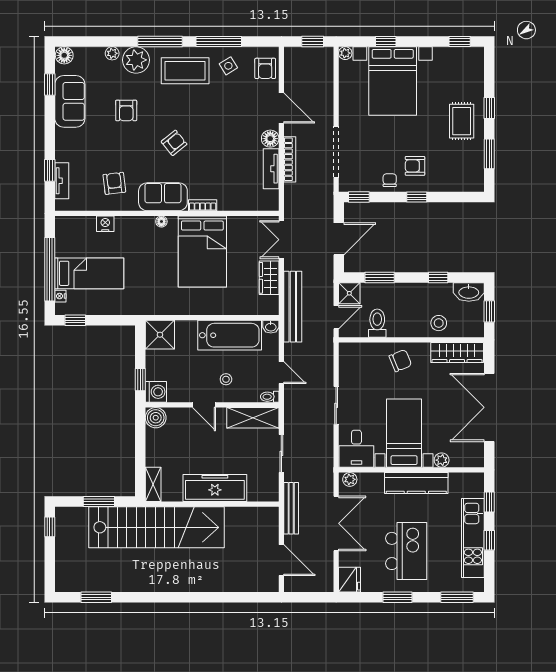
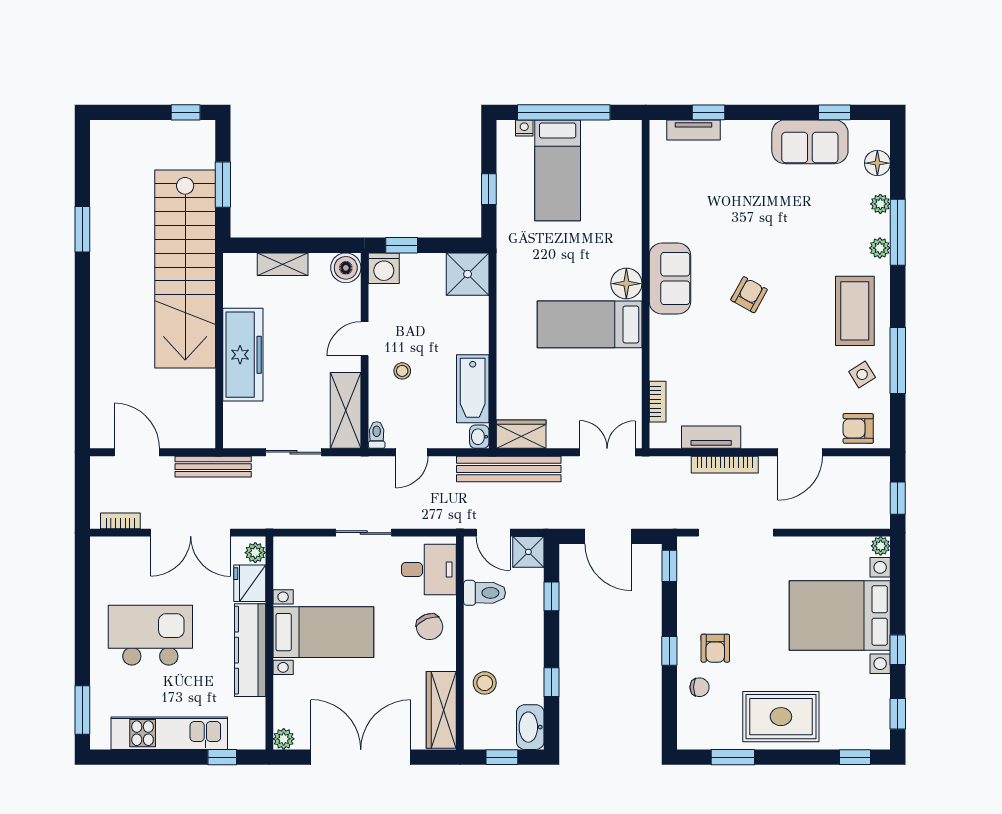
window: (160, 41) -> (898, 232), moved
window: (386, 41) -> (898, 650), moved
floor lamp: (64, 55) -> (877, 163), moved
plant: (136, 60) -> (880, 248), width x0.53, depth x0.53
window: (489, 108) -> (855, 757), moved
armchair: (126, 110) -> (797, 225), removed
rug: (462, 121) -> (781, 717), width x1.36, depth x1.43
floor lamp: (270, 139) -> (755, 436), removed
armchair: (174, 143) -> (749, 295), turned -112
armchair: (415, 166) -> (715, 648), turned 180
chair: (390, 180) -> (700, 687), moved
armchair: (114, 183) -> (690, 207), removed
bookcase: (203, 205) -> (658, 402), moved
floor lamp: (161, 222) -> (626, 284), width x1.89, depth x1.89
nightstand: (105, 224) -> (630, 194), removed
bed: (202, 252) -> (590, 324), width x0.67
window: (380, 277) -> (552, 596), width x0.67
wardrobe: (269, 278) -> (521, 434), moved
window: (75, 320) -> (489, 189), moved
bathtub: (230, 335) -> (473, 389), width x0.73, depth x0.73
desk: (356, 449) -> (429, 570), moved, turned 180
plant: (442, 460) -> (284, 739), moved
shelving: (153, 484) -> (283, 264), moved
window: (489, 540) -> (166, 757), removed
kitchen island: (406, 551) -> (150, 635), turned 180
door: (281, 560) -> (137, 452), swing flipped
bookcase: (328, 571) -> (120, 521), added
fridge: (350, 580) -> (250, 583), moved, turned 90
window: (96, 597) -> (82, 229), moved
window: (398, 597) -> (82, 623), removed

